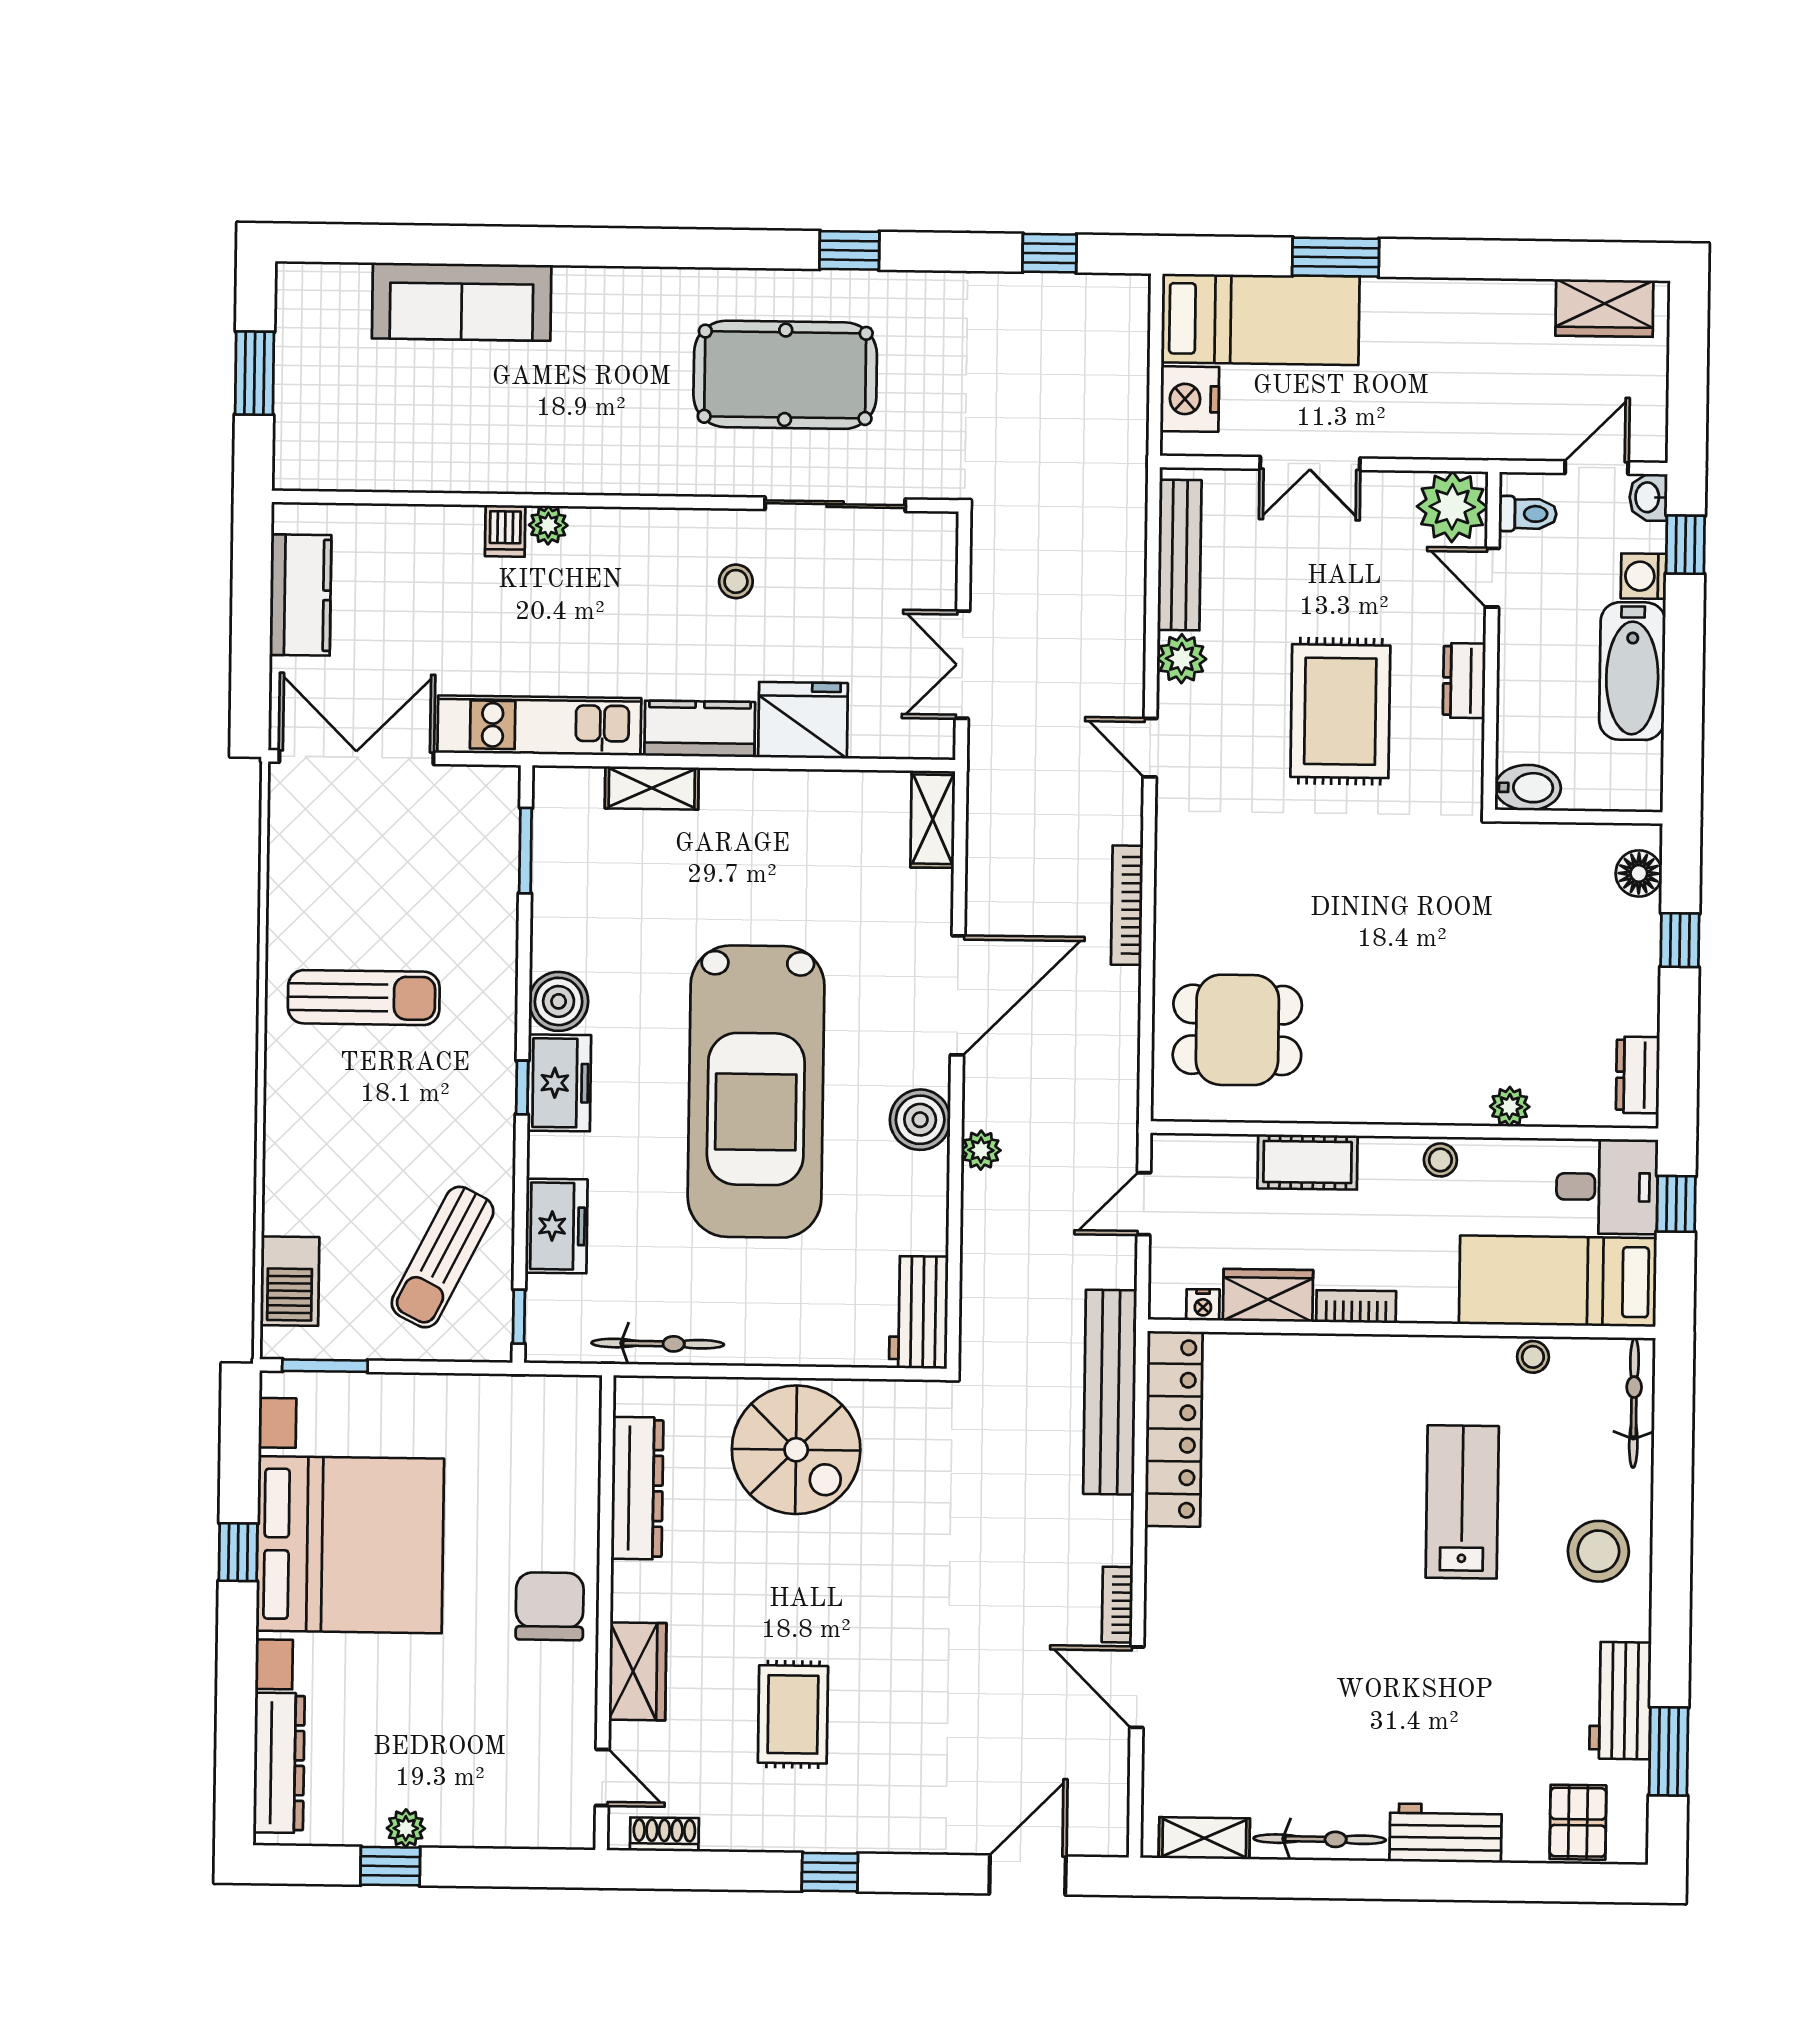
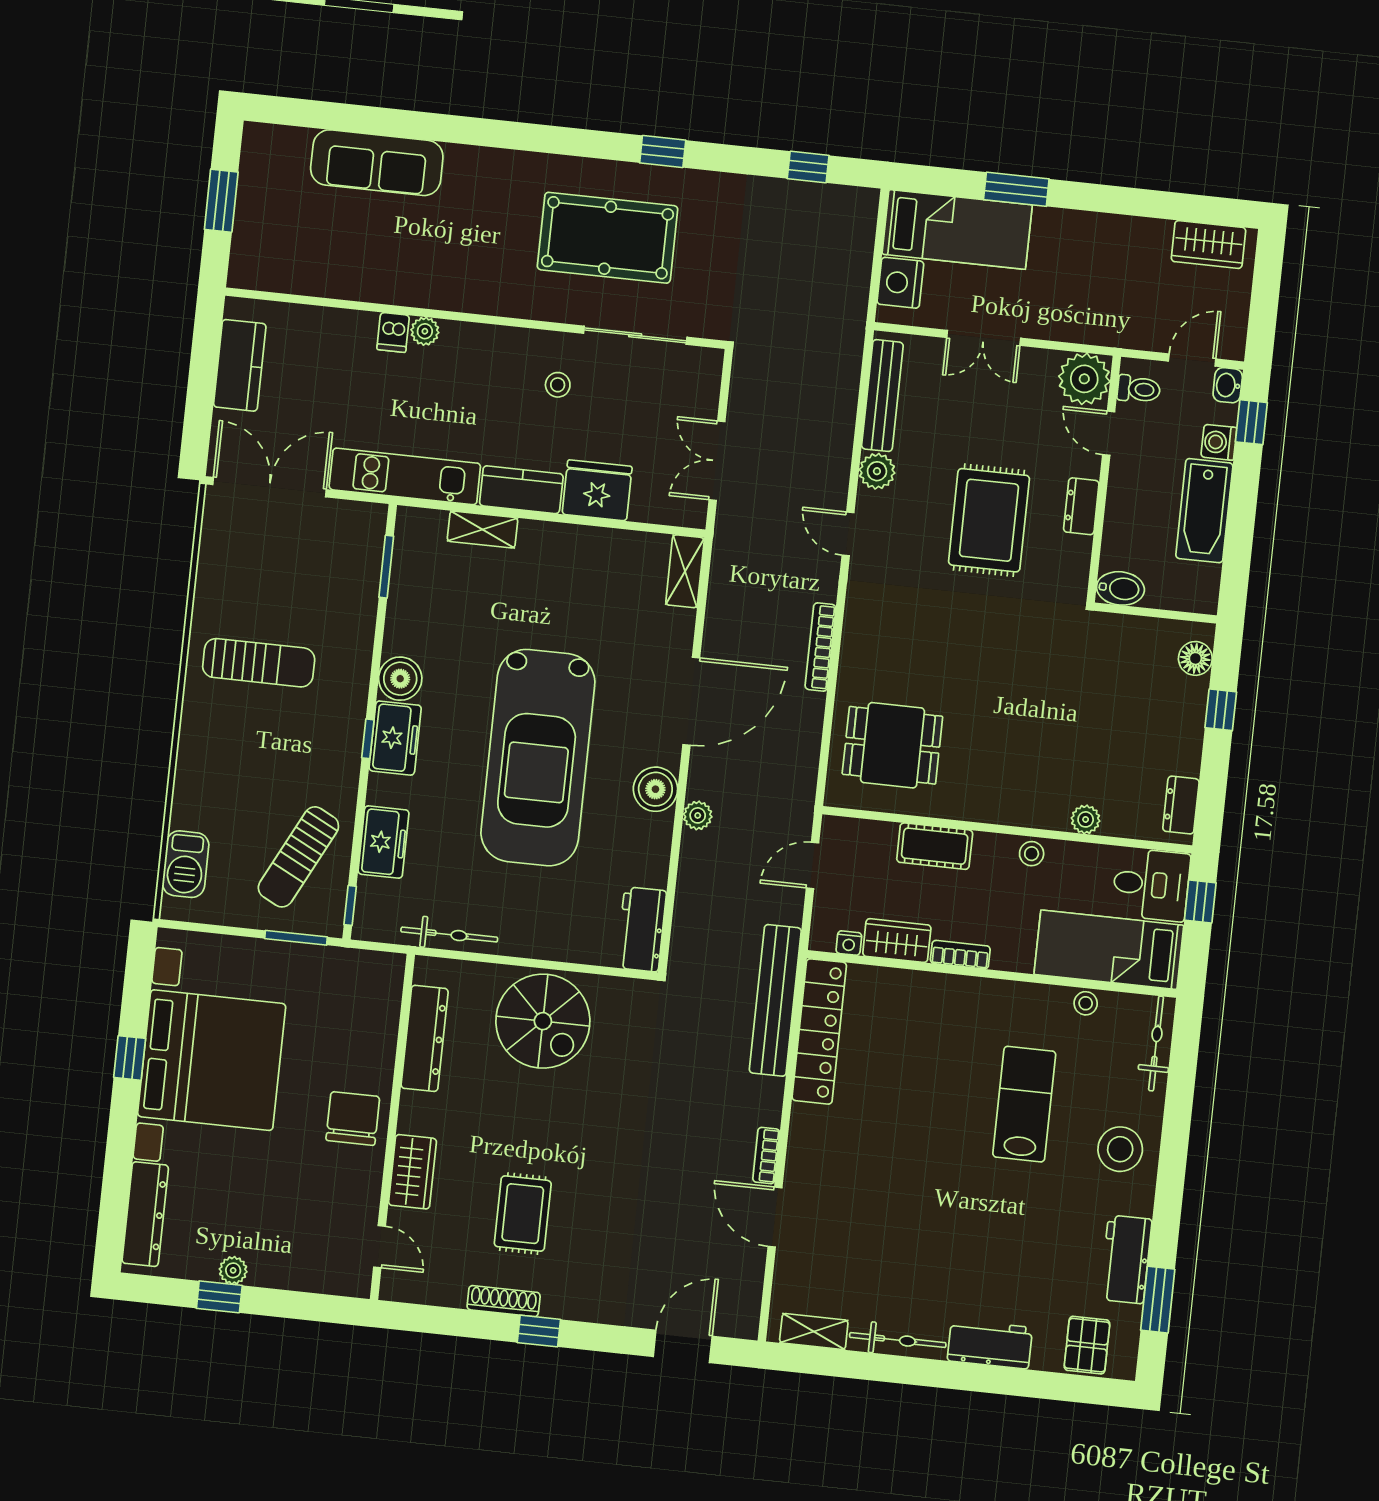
window: (325, 1366) -> (296, 938), moved
shoe rack: (664, 1834) -> (504, 1301), moved, width x1.43

